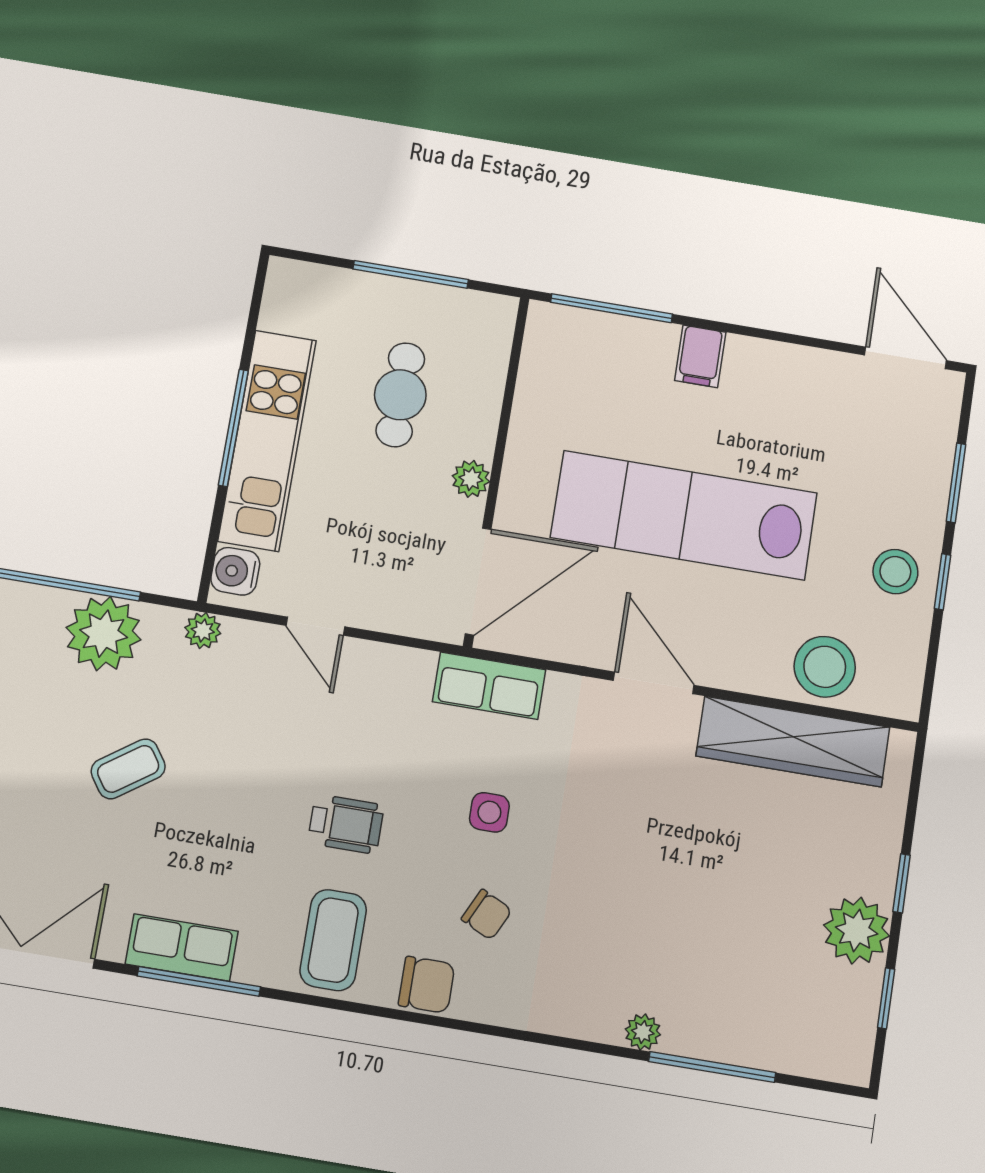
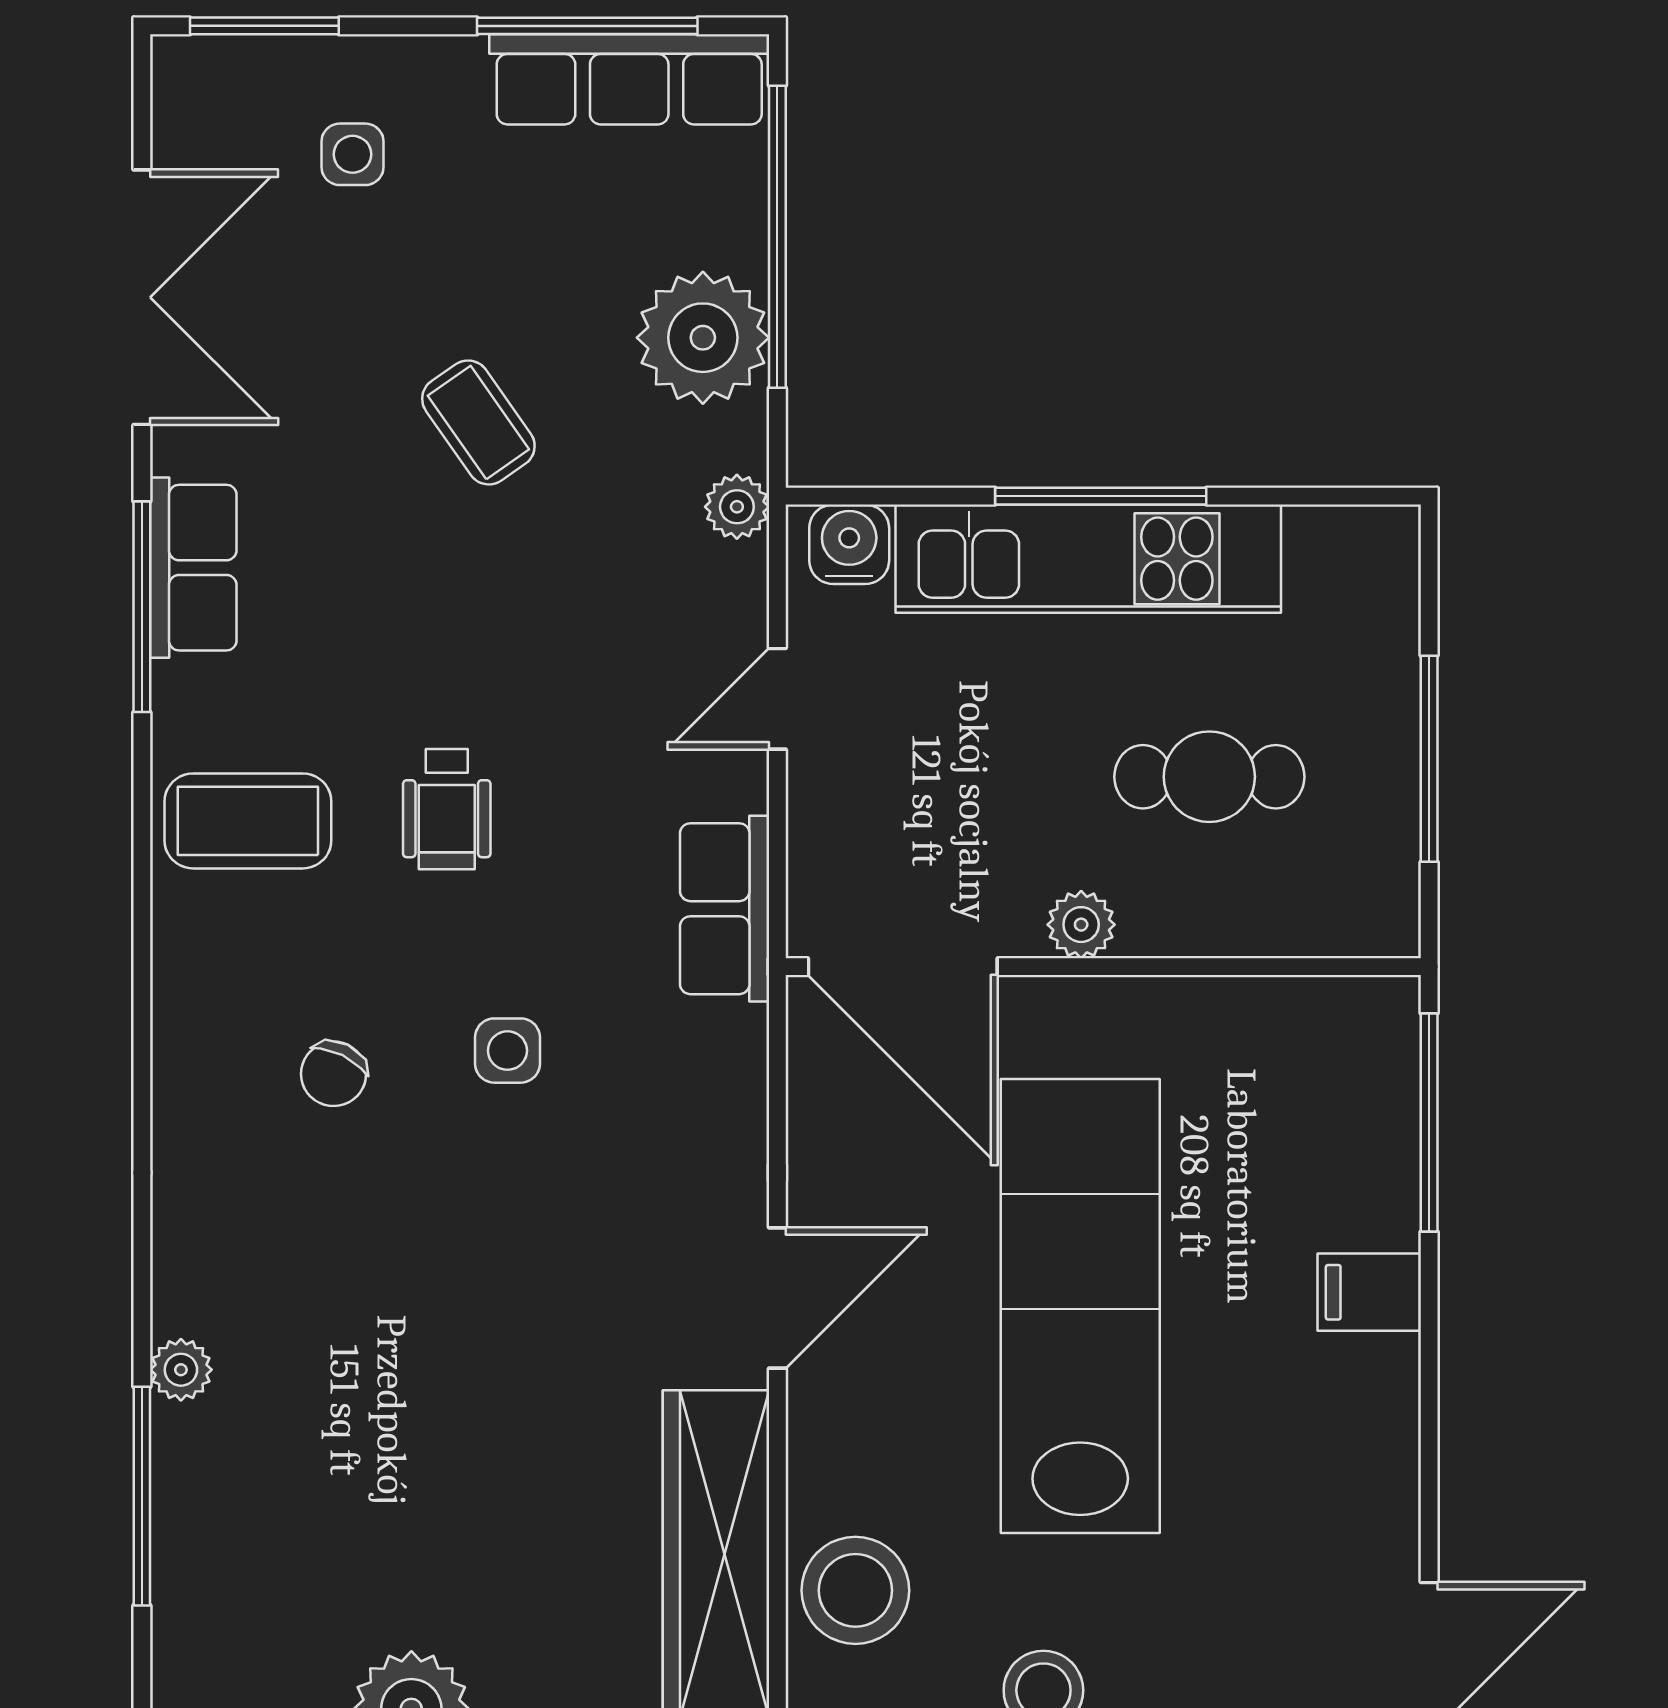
row of seats: (489, 686) -> (725, 909), moved
chair: (427, 985) -> (199, 991), removed

